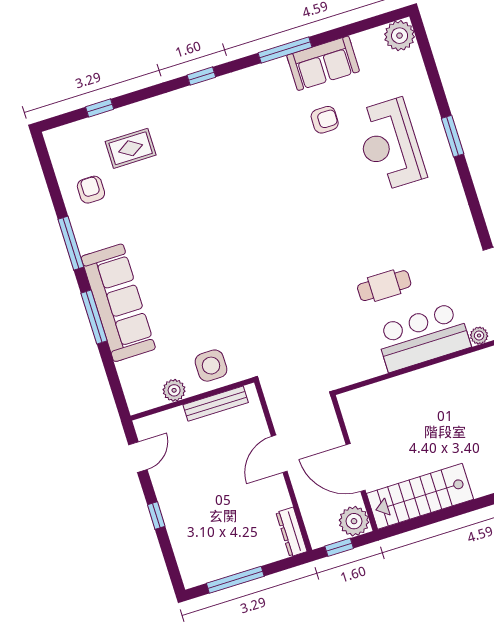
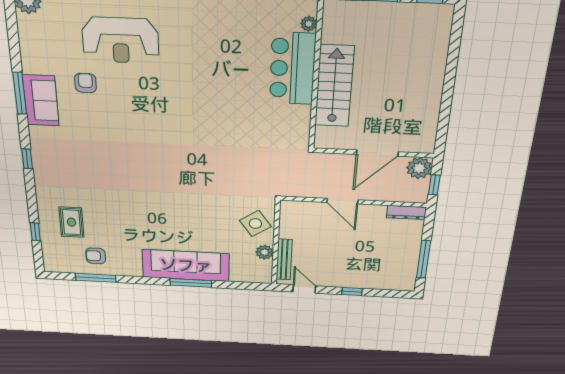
sofa: (323, 63) -> (41, 100), moved
window: (71, 243) -> (96, 278), moved
cafe table: (384, 286) -> (238, 84), removed
side table: (211, 366) -> (255, 224), turned -35
bench: (216, 404) -> (284, 260), moved
stairs: (420, 496) -> (334, 86), moved, turned 180

